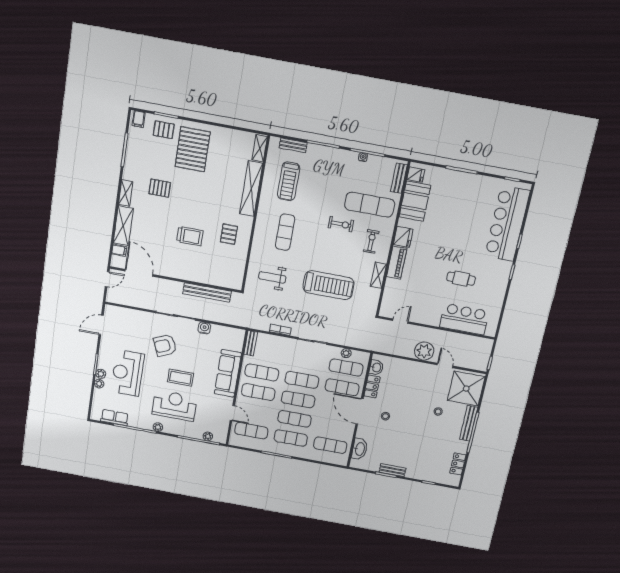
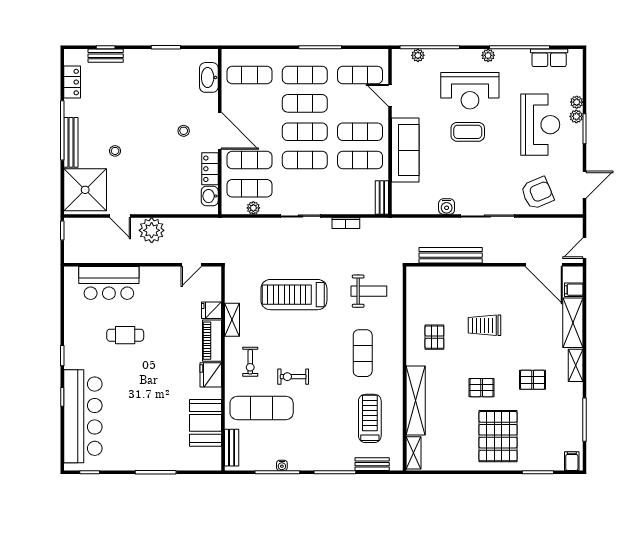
pallet: (164, 130) -> (482, 388), moved
fridge: (416, 175) -> (211, 310), moved
armchair: (165, 345) -> (537, 193), moved
bench: (392, 470) -> (106, 56), moved

